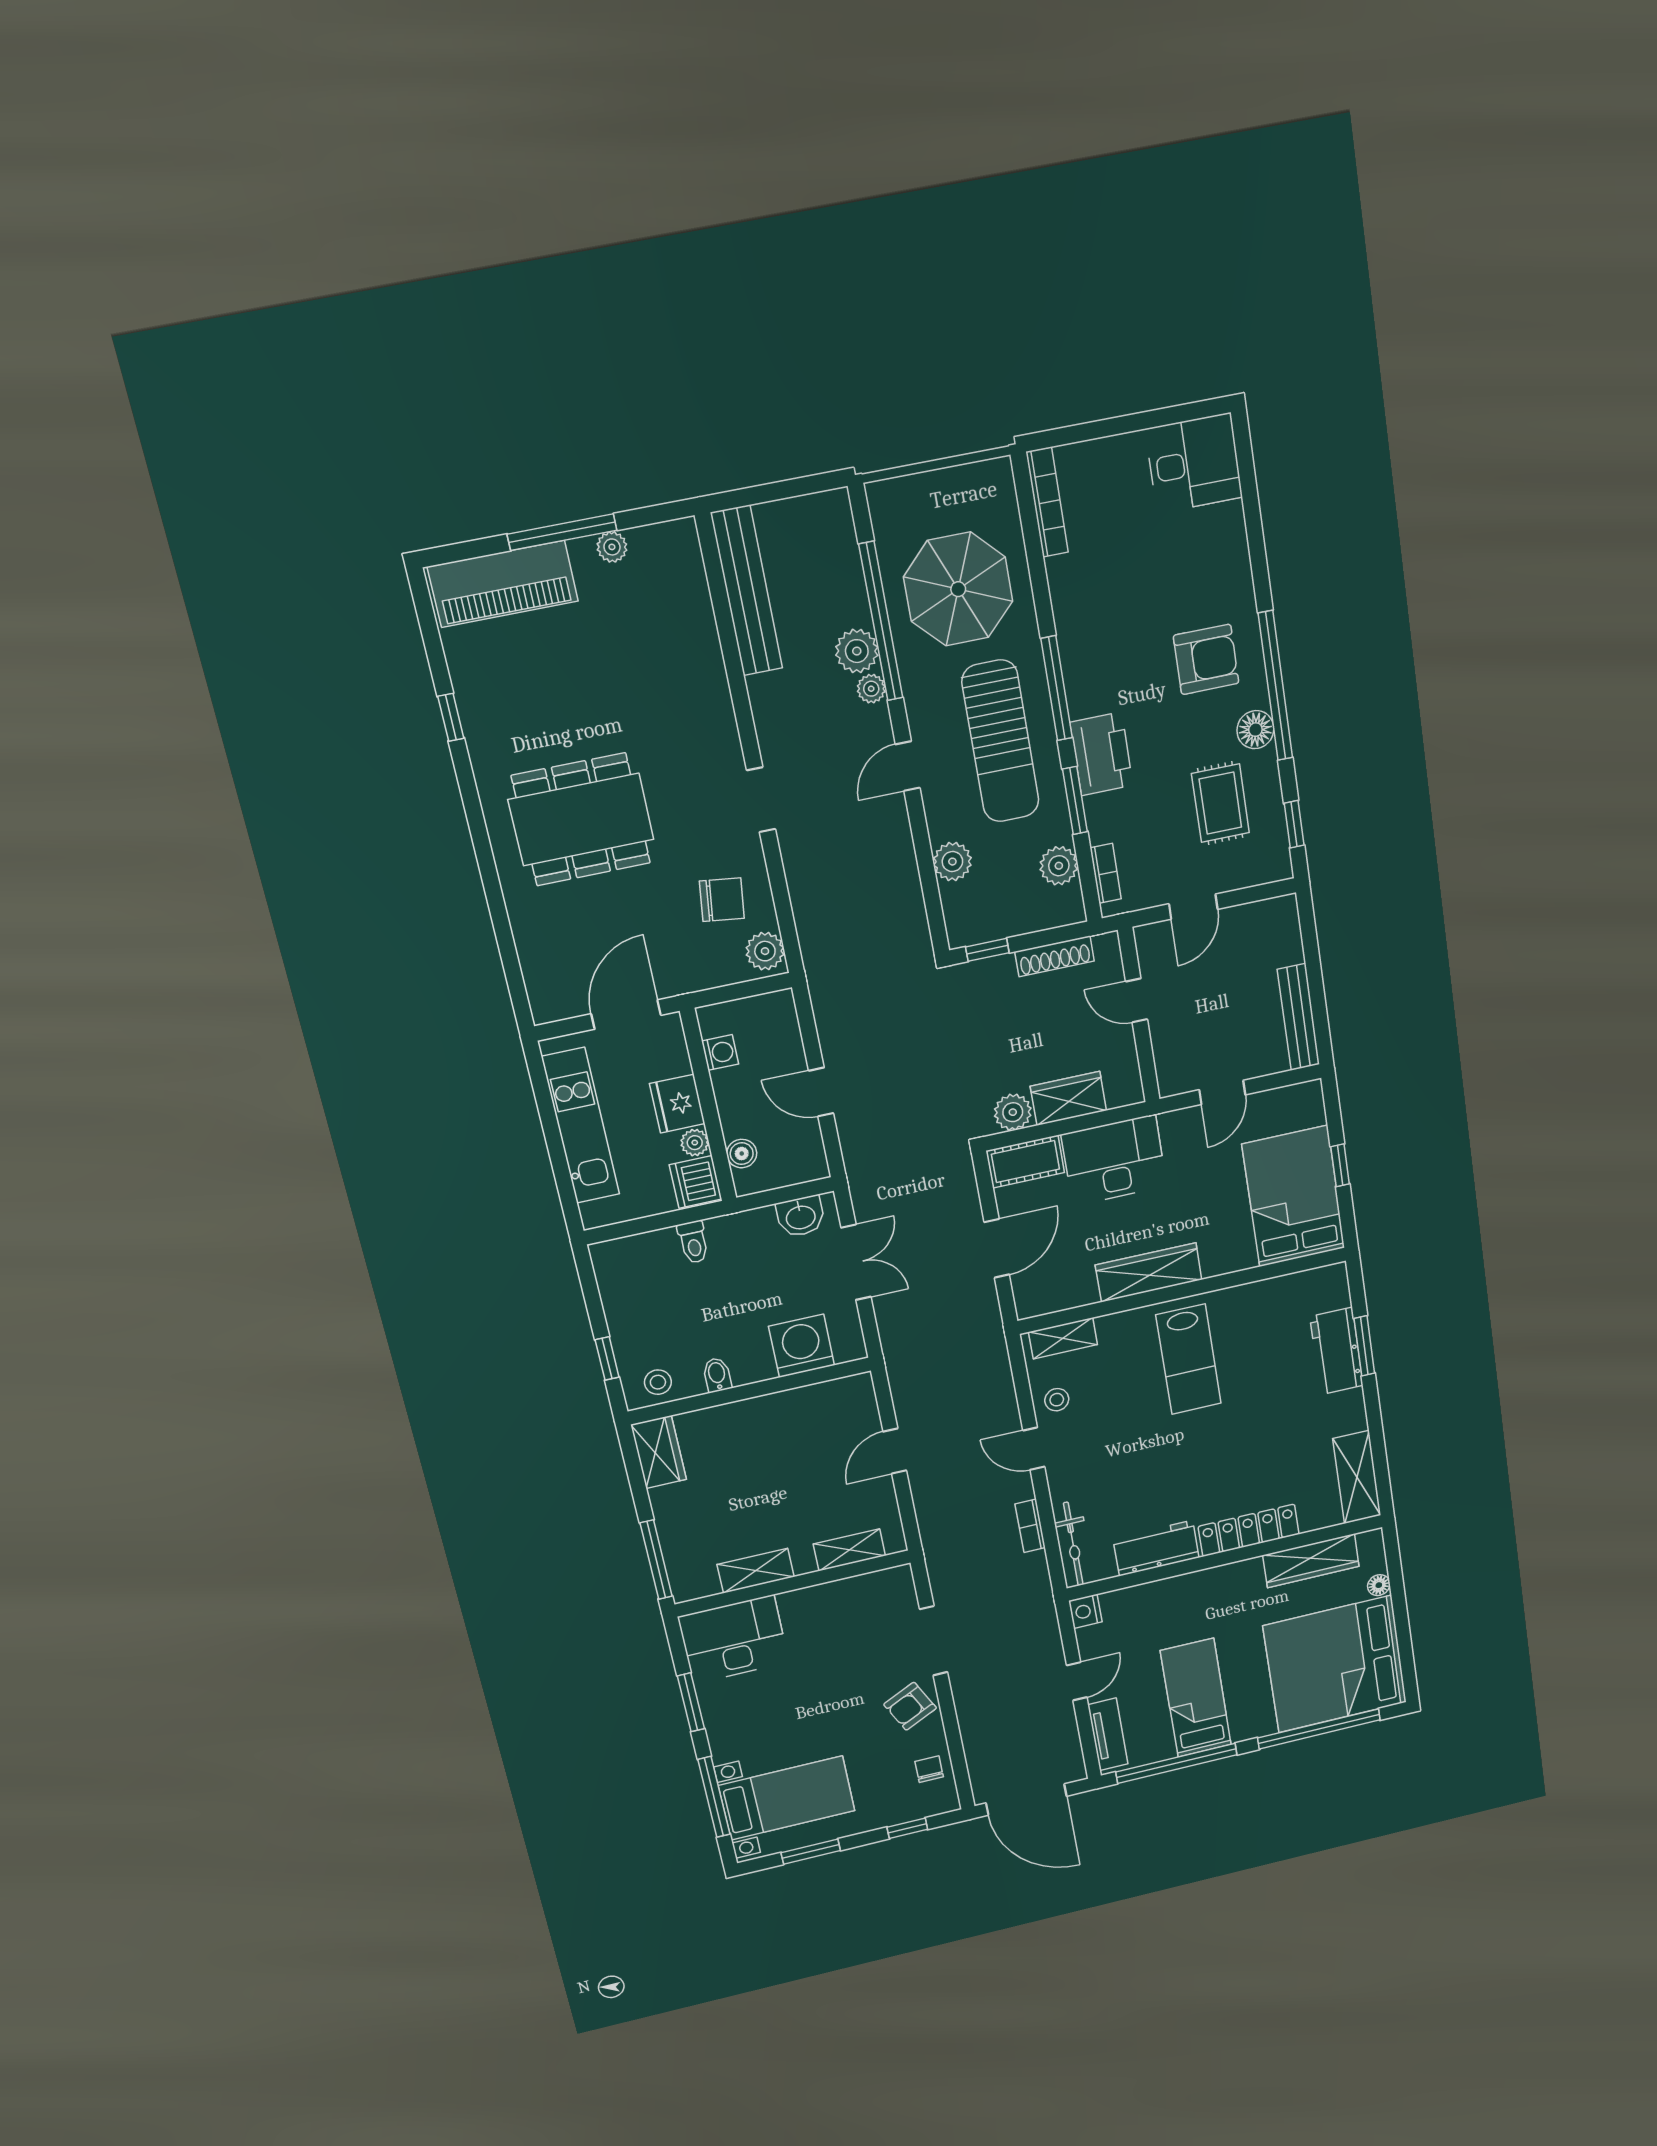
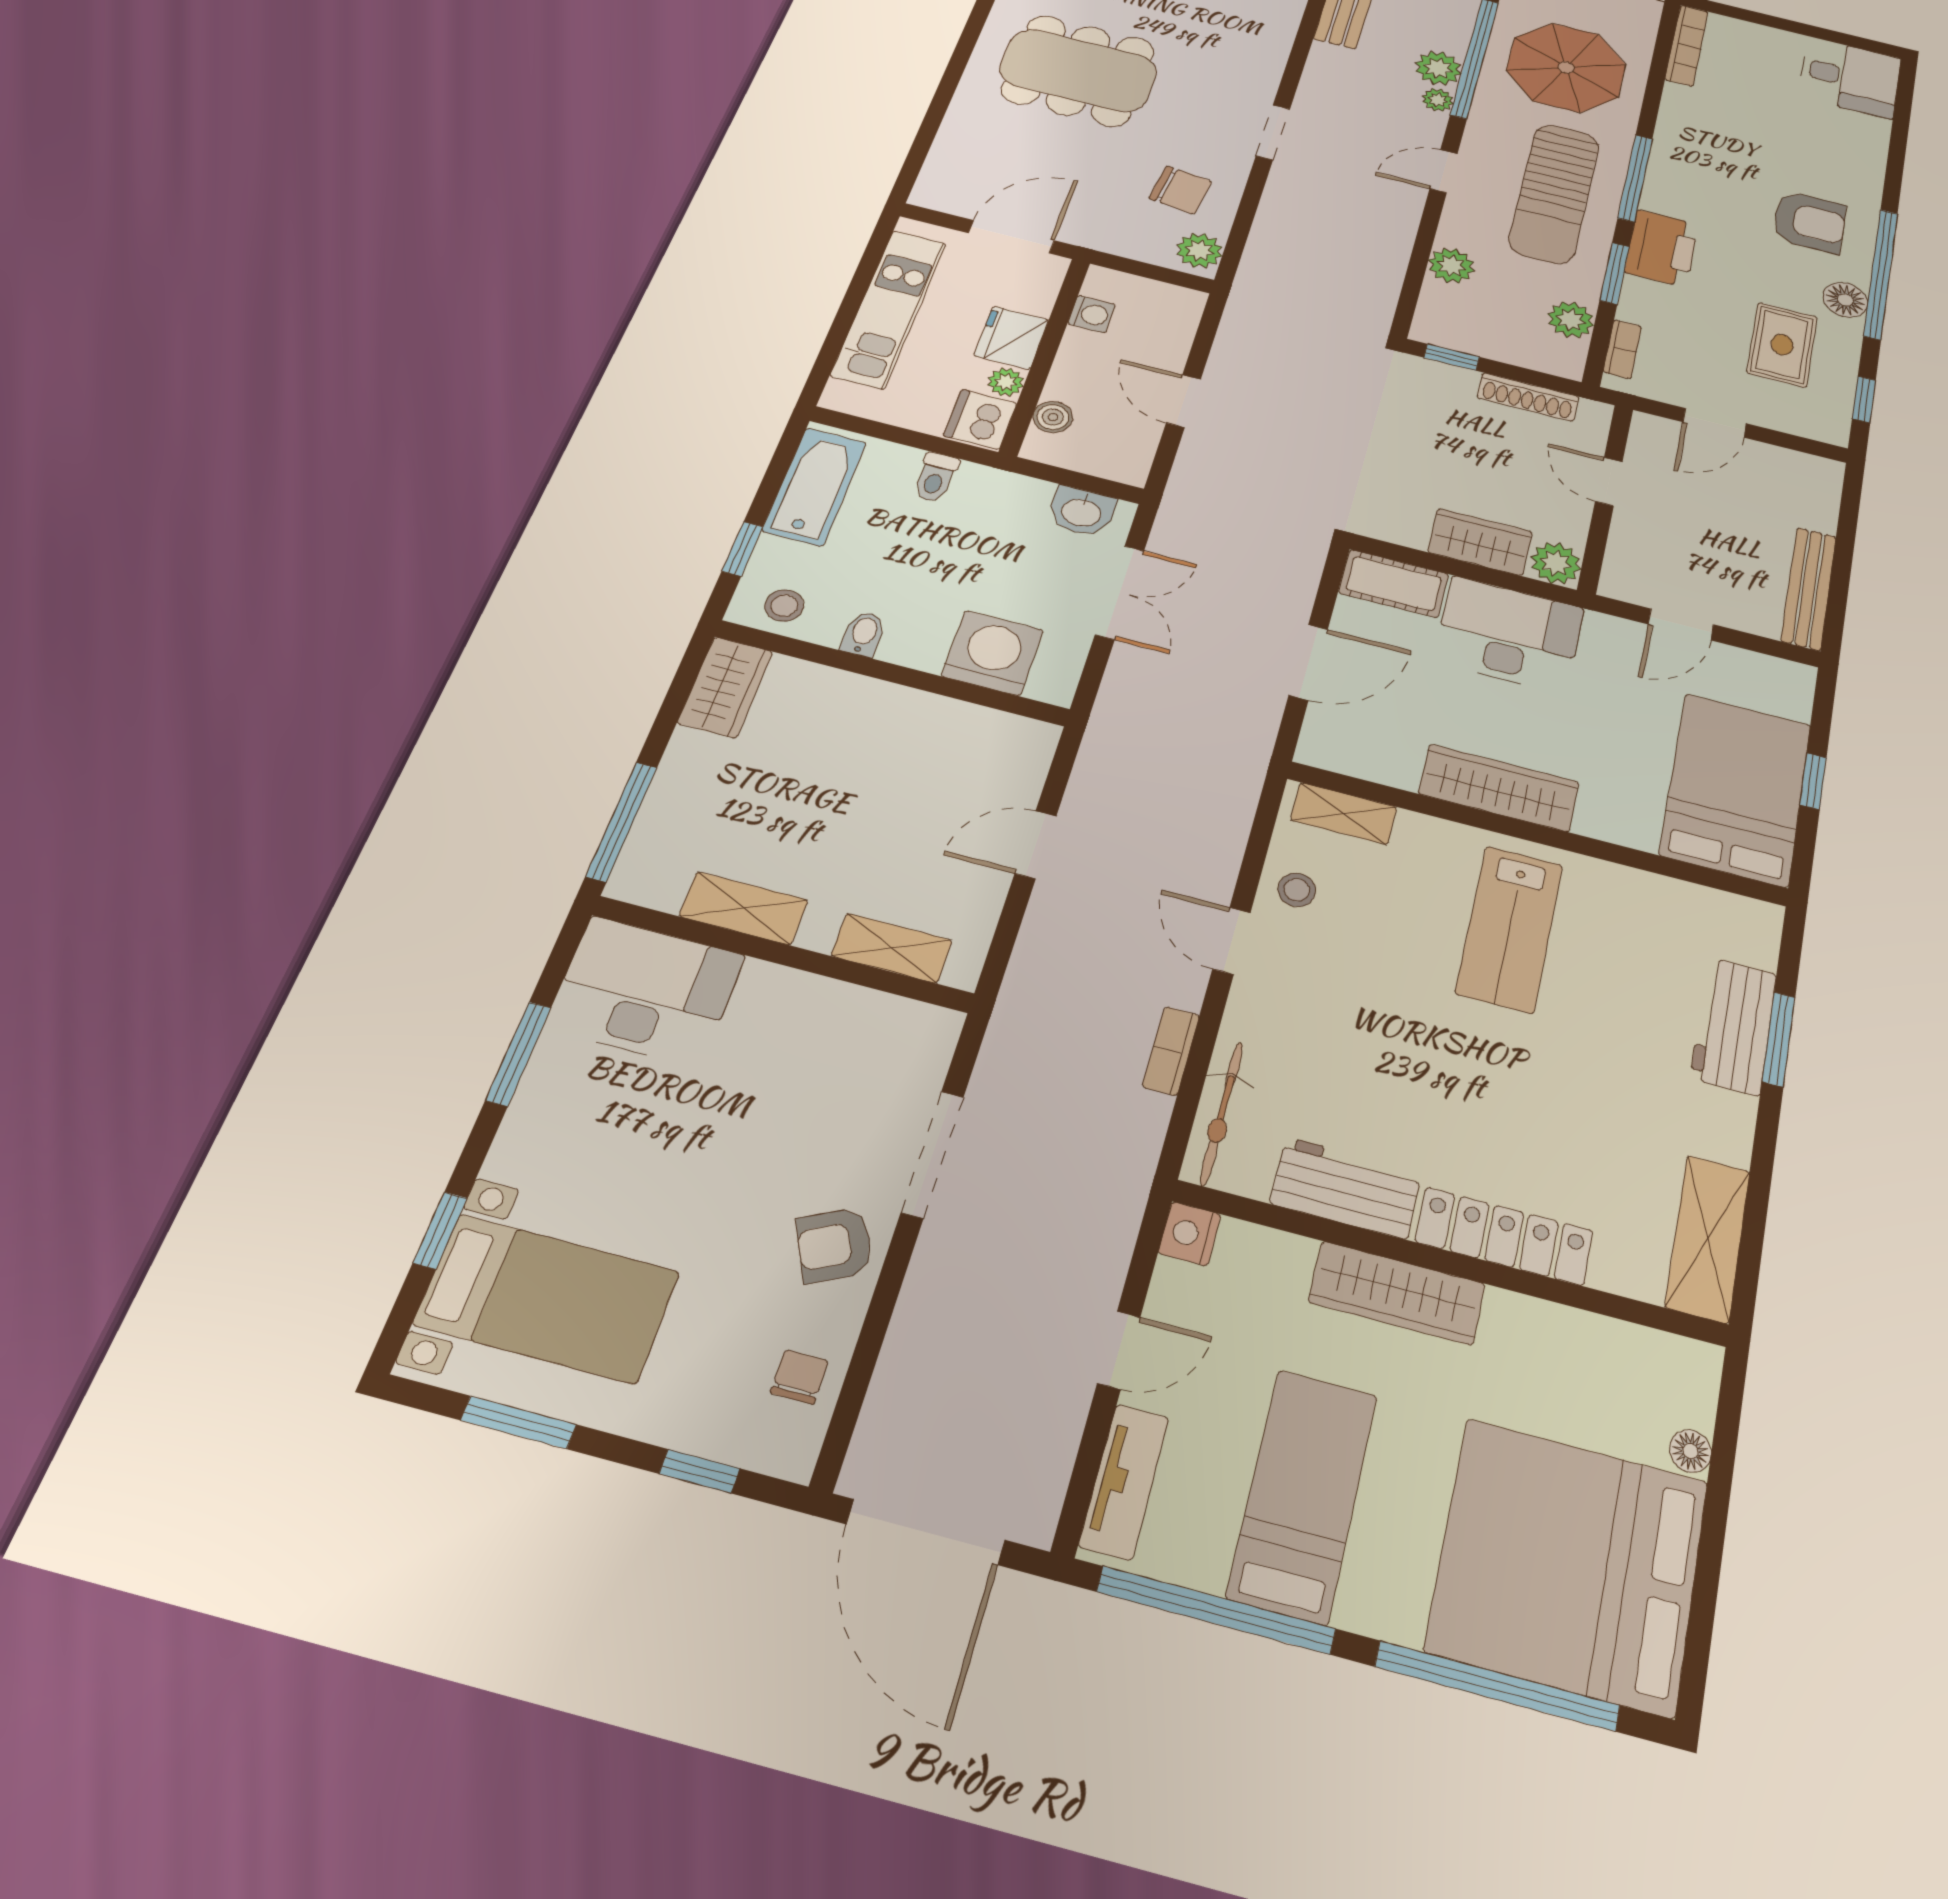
plant: (1013, 1112) -> (1556, 563), moved
bathtub: (622, 1291) -> (815, 486), added
wardrobe: (1311, 1561) -> (1397, 1293), moved
window: (714, 1797) -> (440, 1230), width x0.46

